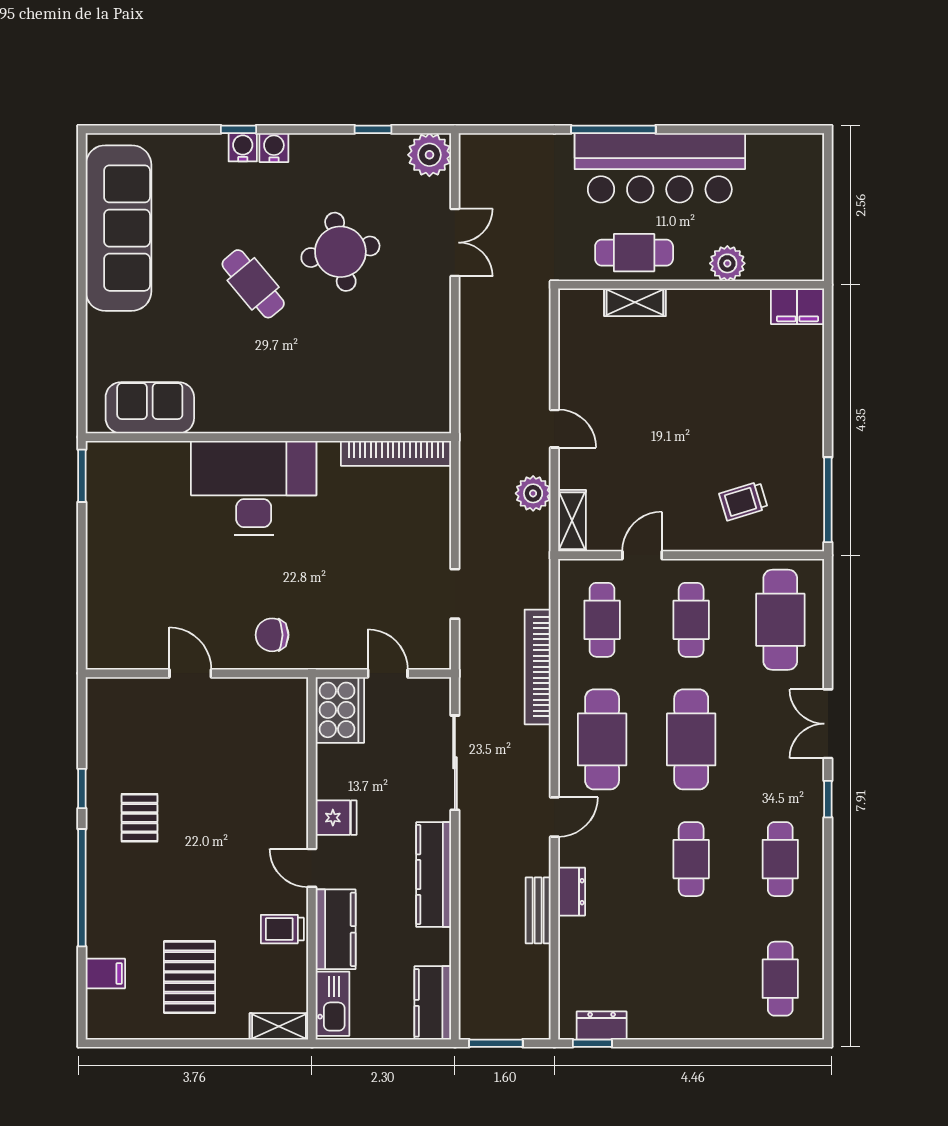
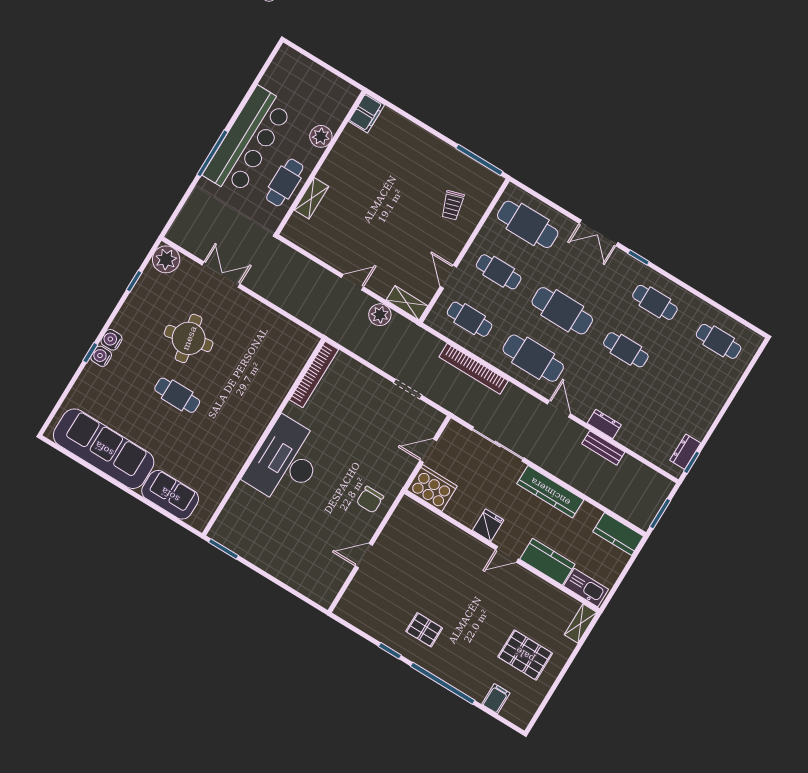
cafe table: (253, 284) -> (177, 395), turned 40
sofa: (150, 408) -> (170, 495), moved, turned 90
trolley: (282, 929) -> (530, 590), removed

